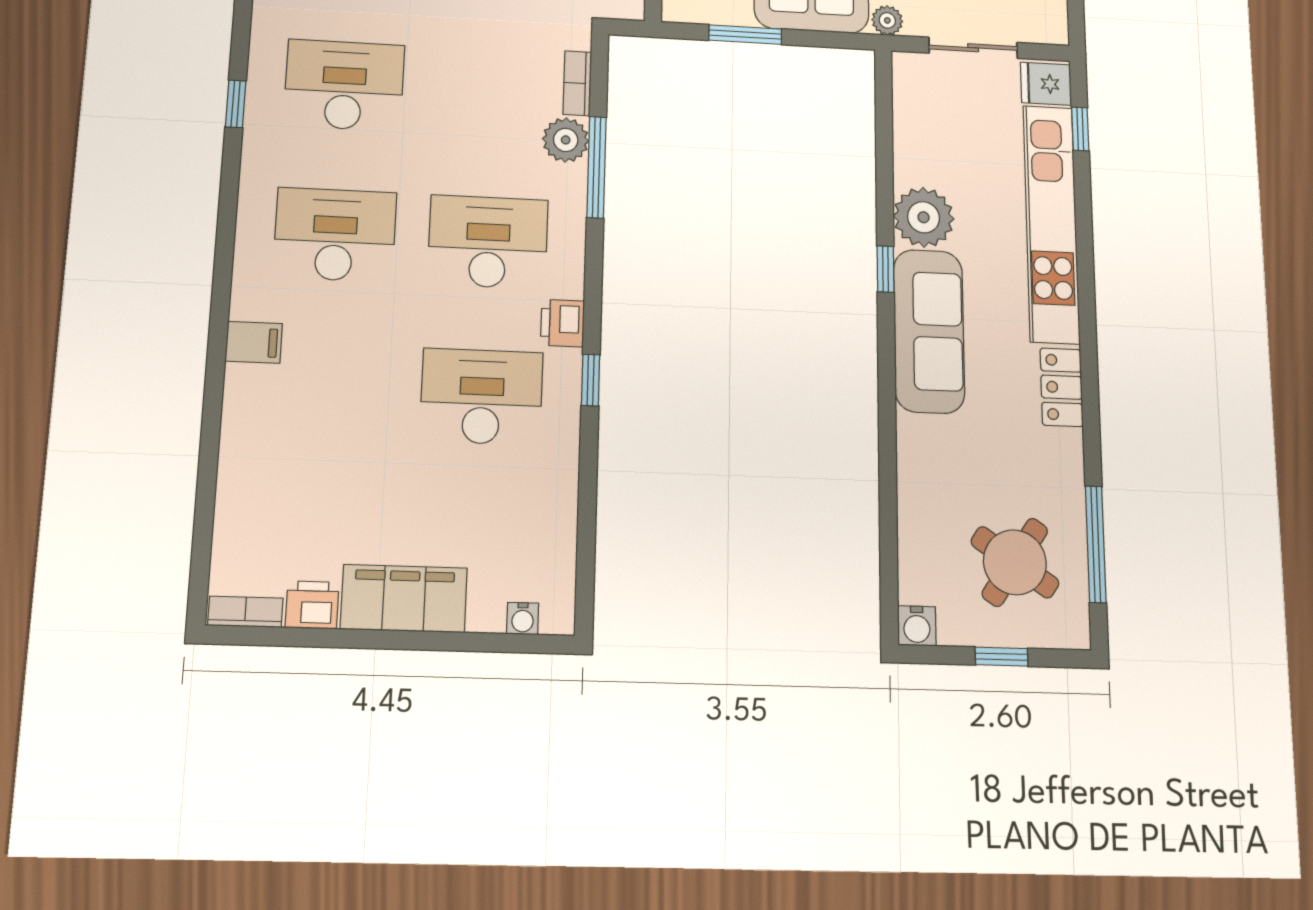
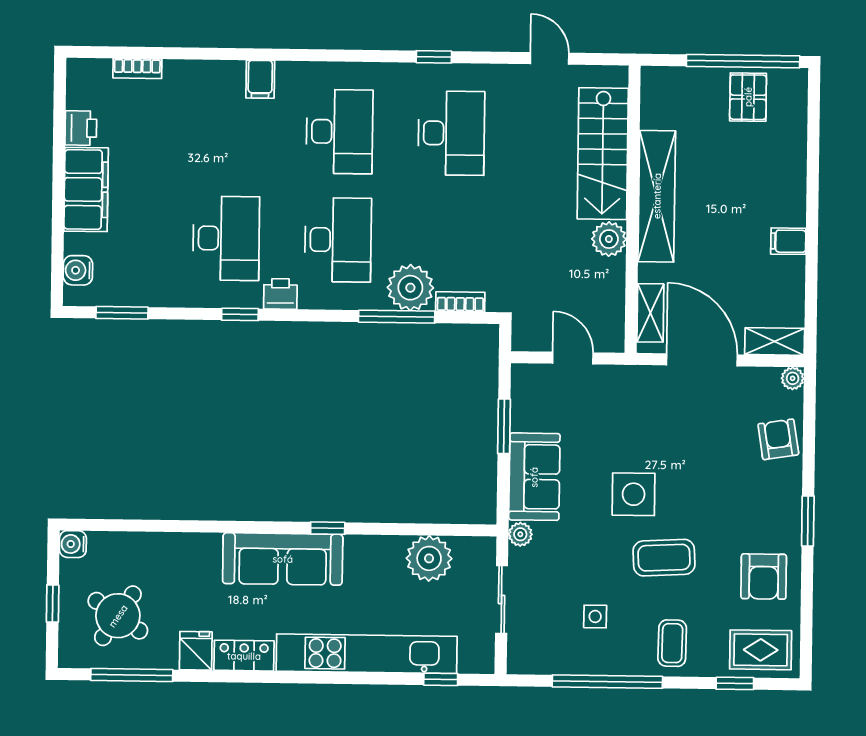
fridge: (1046, 84) -> (196, 651), moved
plant: (566, 140) -> (410, 288), width x1.36, depth x1.36
plant: (924, 217) -> (429, 558), moved
window: (586, 549) -> (122, 313), added
bookcase: (245, 612) -> (137, 68), moved, turned 90
water cooler: (523, 619) -> (78, 270), width x1.38, depth x1.38

